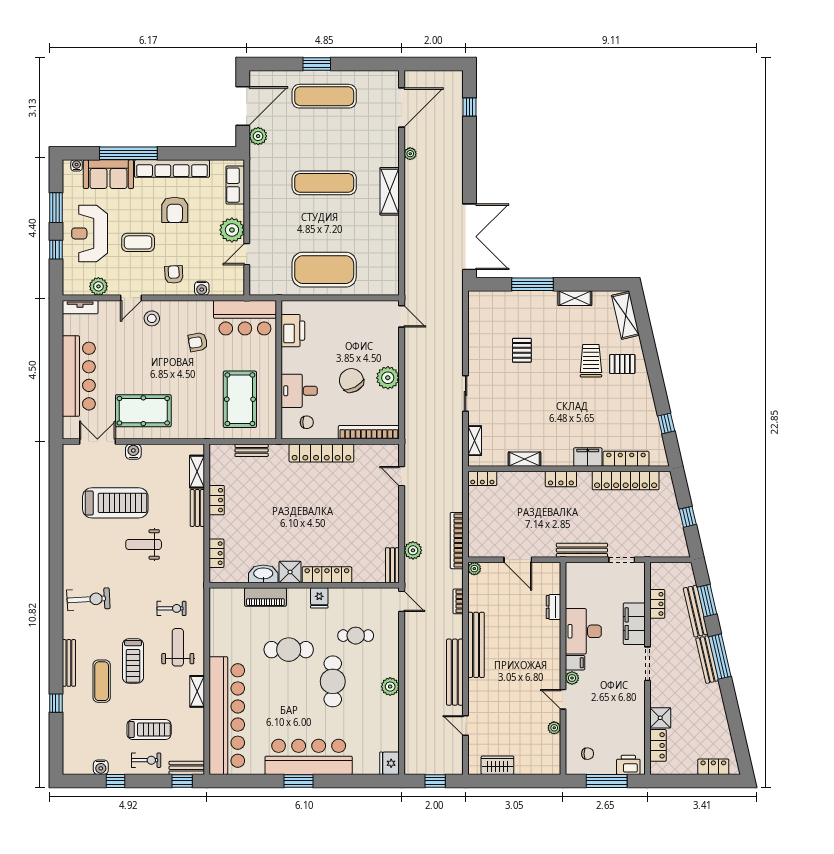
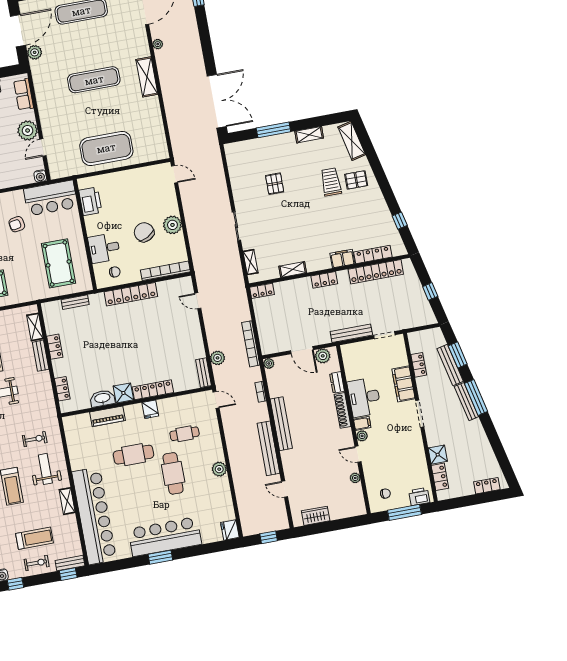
water cooler: (202, 288) -> (40, 176), moved
plant: (542, 571) -> (323, 356), added
shoe rack: (554, 642) -> (343, 410), added

